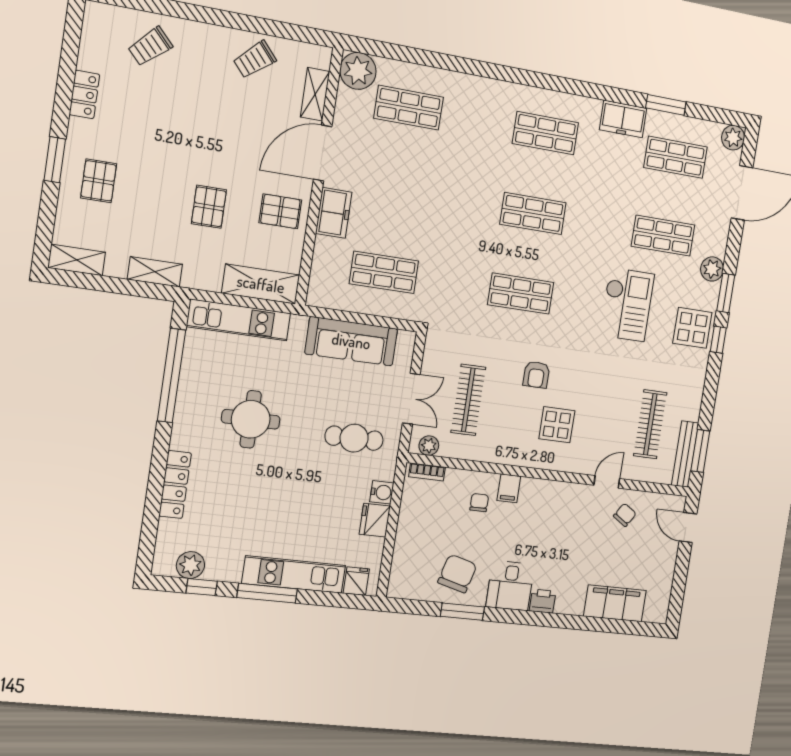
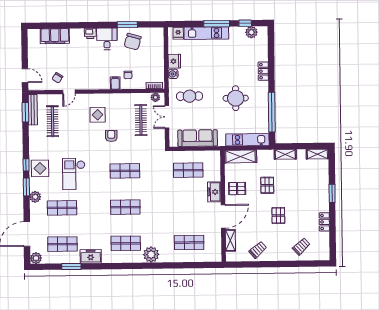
plant: (358, 71) -> (151, 255), moved
pallet: (99, 181) -> (278, 215), moved
locker: (175, 485) -> (263, 71), width x0.66

